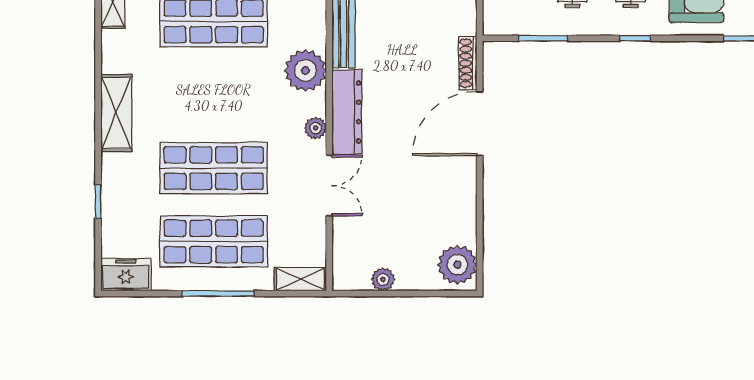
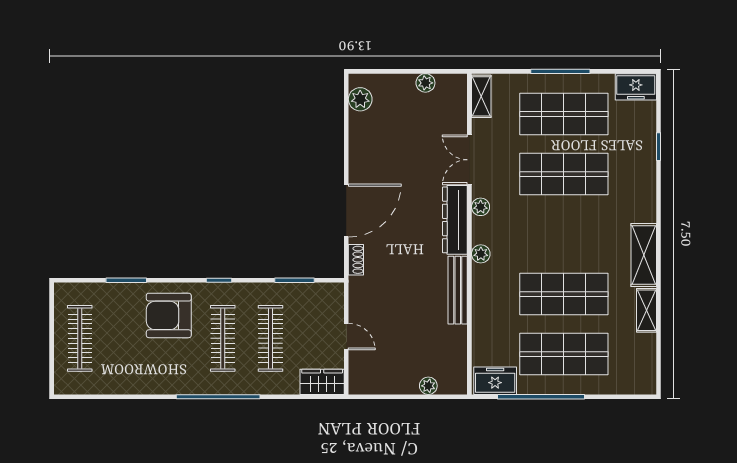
shoe rack: (468, 63) -> (356, 260), width x0.70
plant: (305, 70) -> (481, 254), width x0.53, depth x0.53
shelving: (116, 113) -> (644, 255), moved
plant: (457, 265) -> (360, 99), width x0.73, depth x0.73
shelving: (300, 279) -> (481, 96), moved, turned 90

